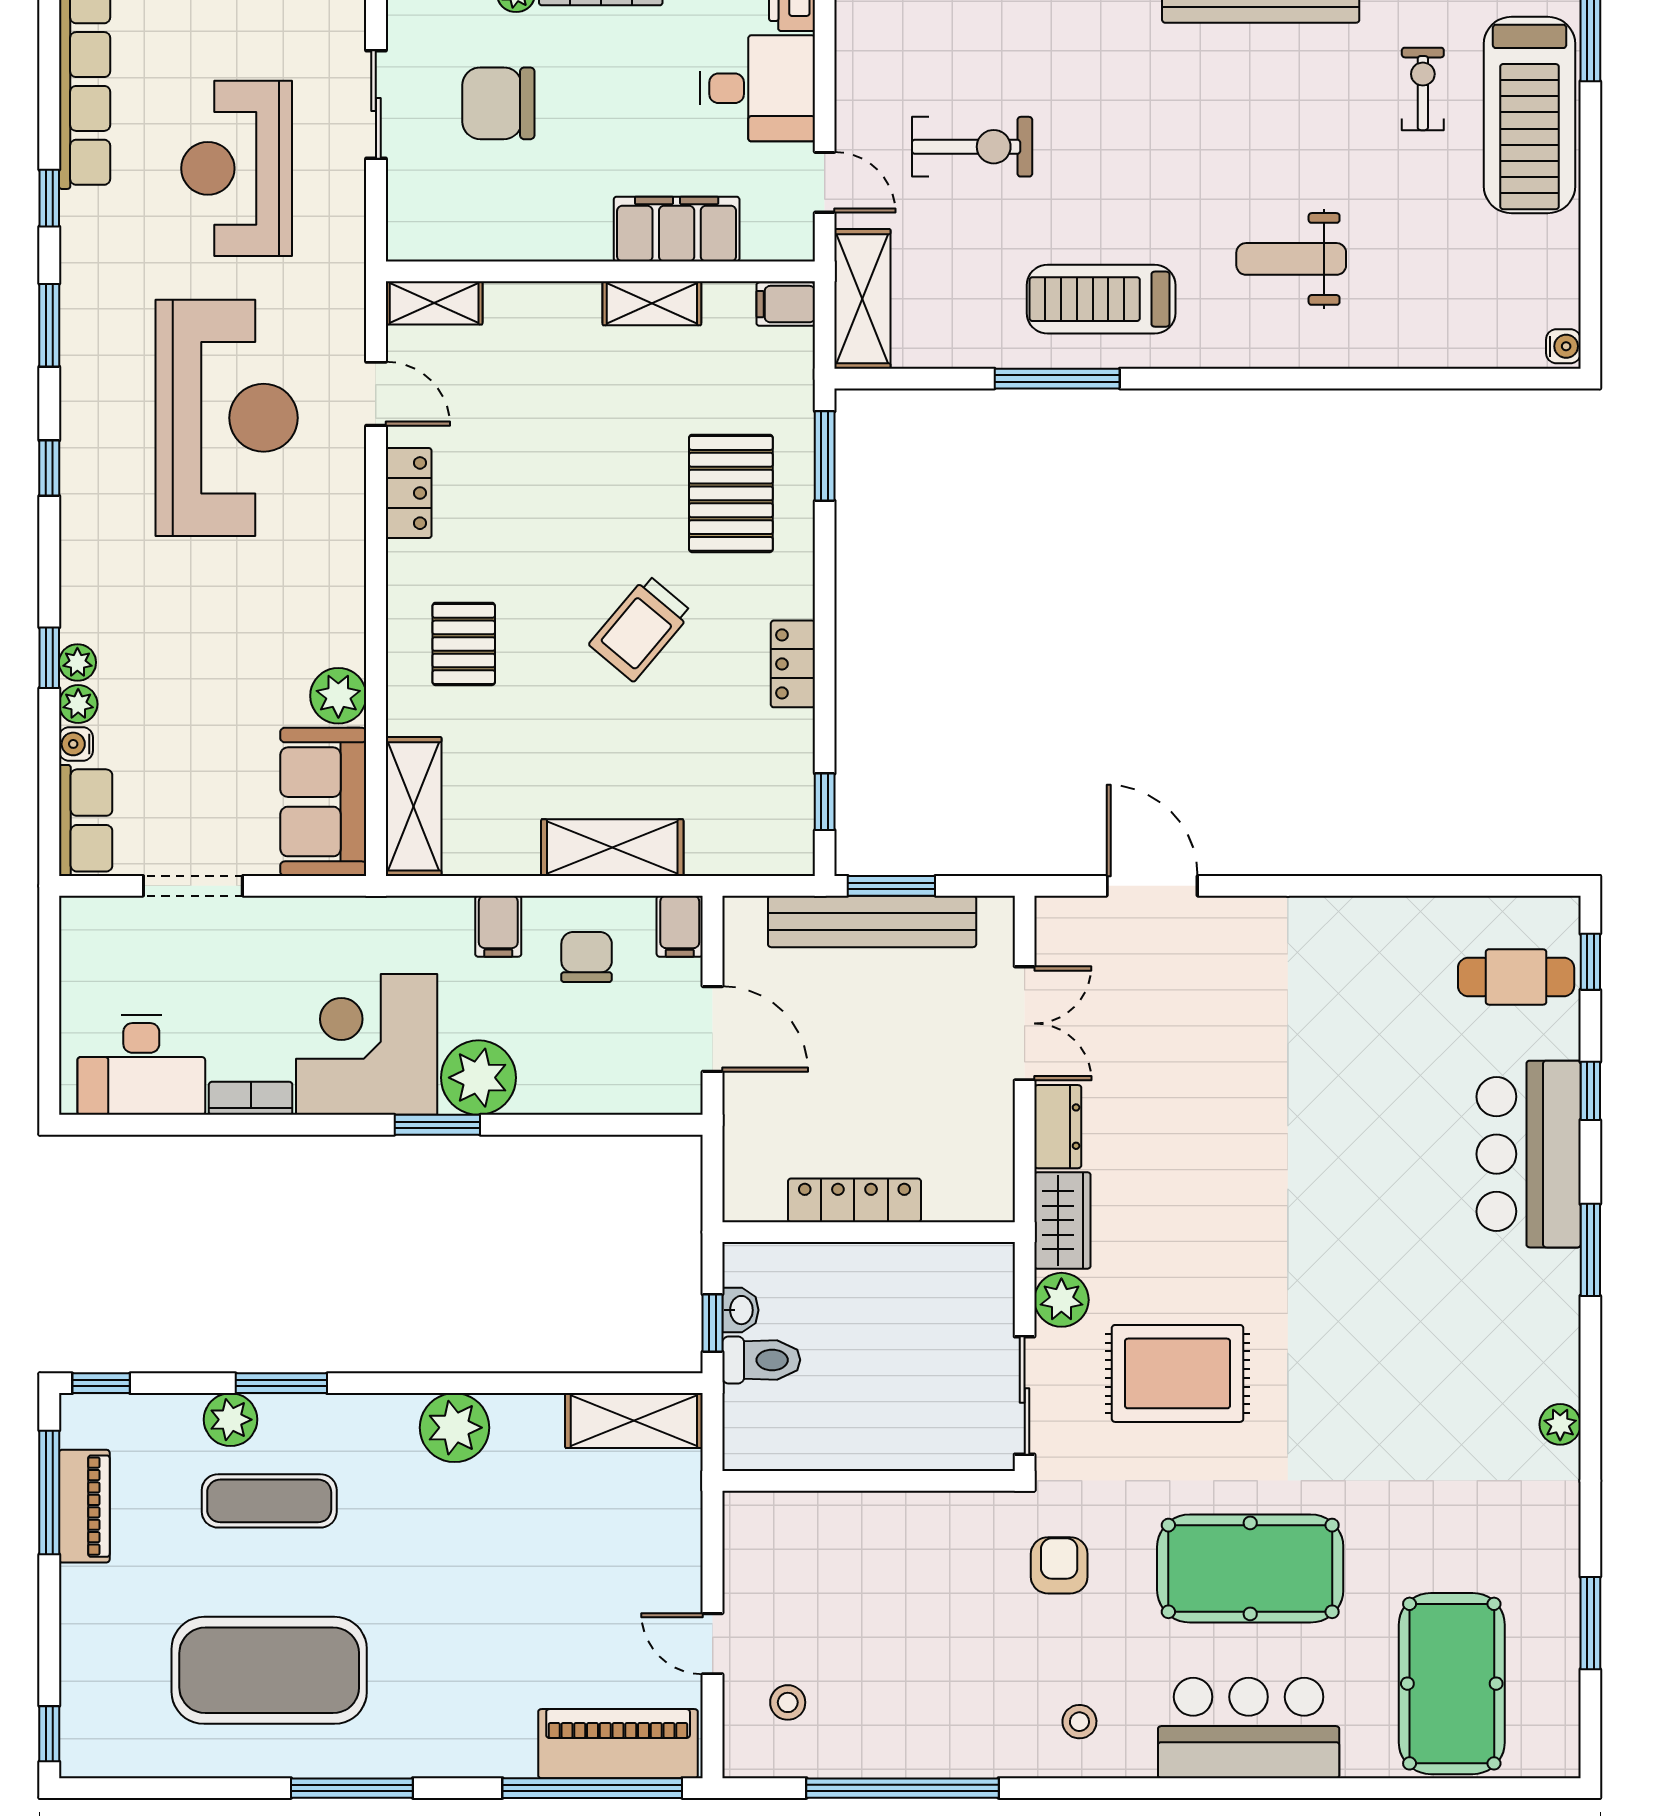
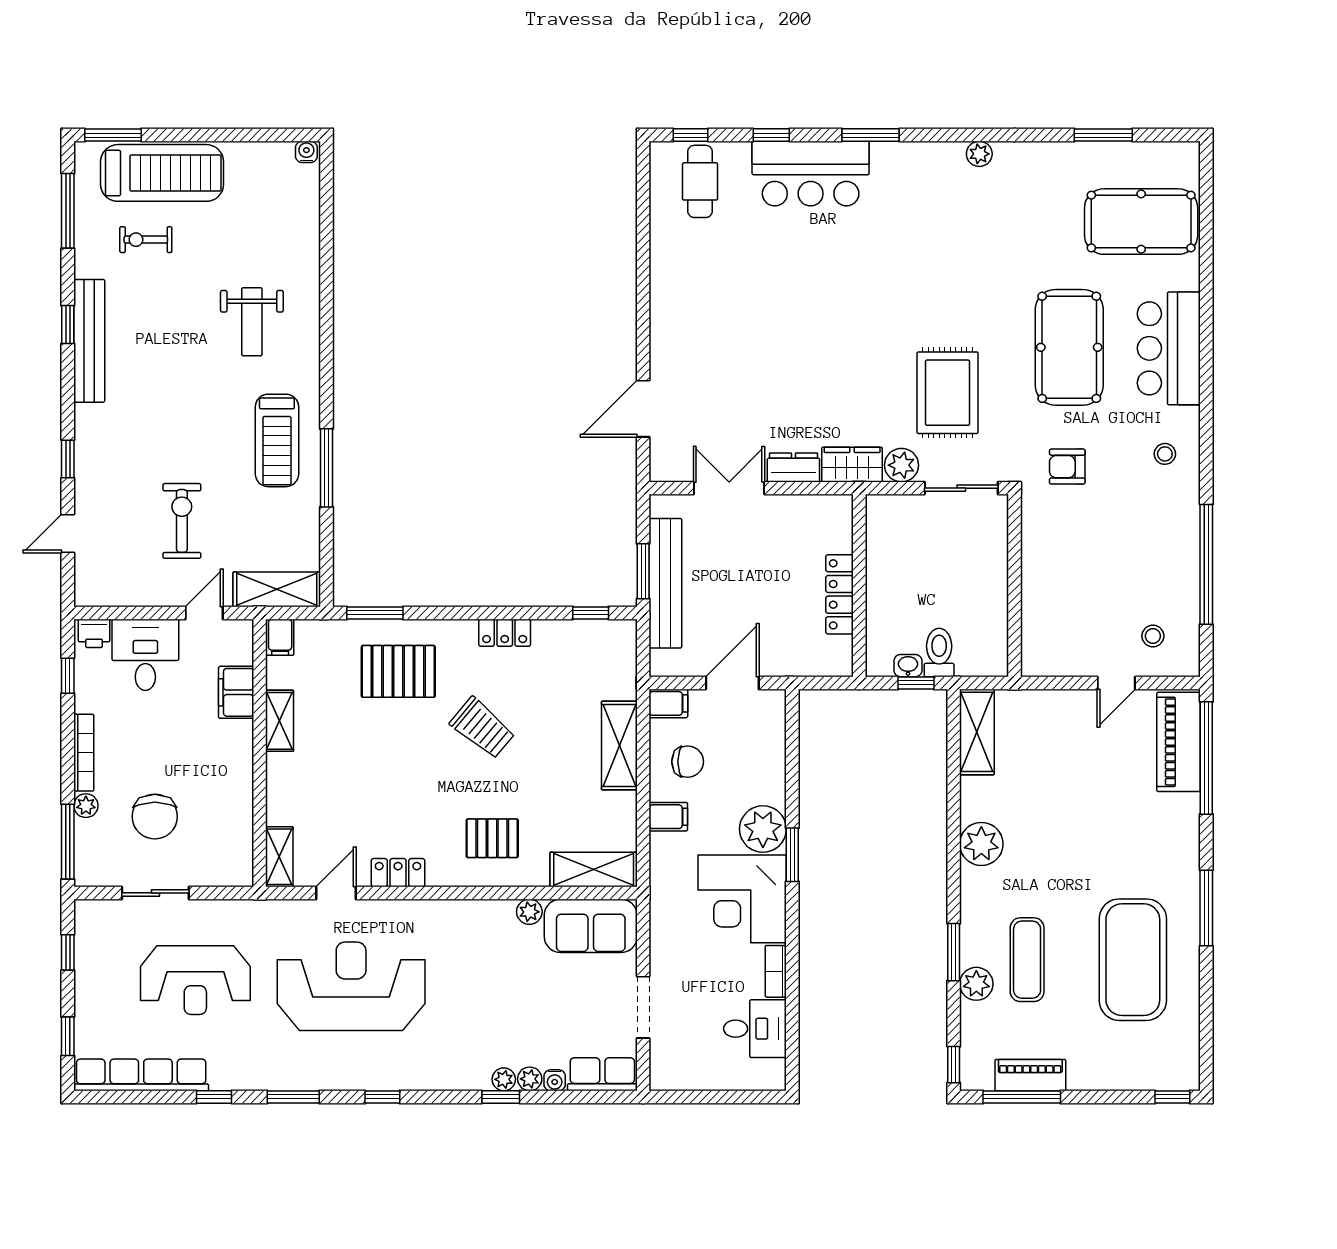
filing cabinet: (677, 229) -> (236, 692), width x0.67, depth x0.86
plant: (338, 696) -> (529, 912), width x0.73, depth x0.73
chair: (587, 957) -> (688, 762), turned 180
desk: (141, 1065) -> (755, 1029), width x0.73

